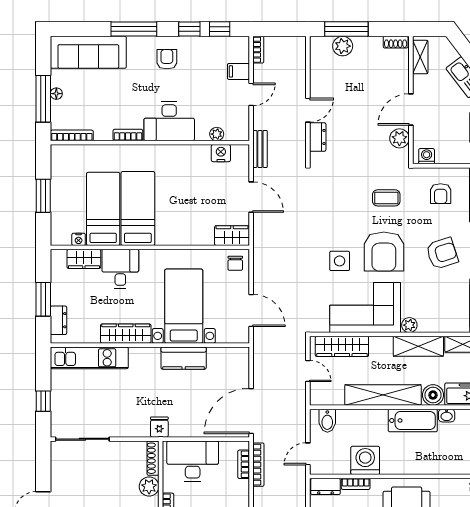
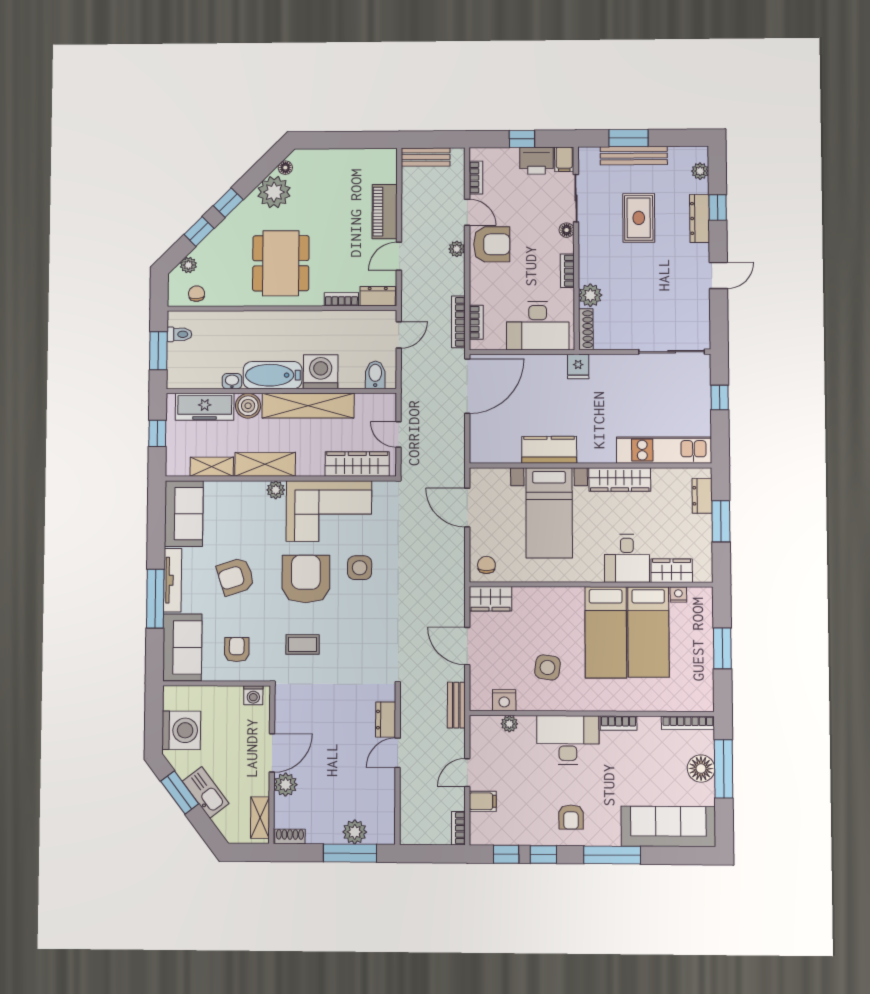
floor lamp: (56, 94) -> (701, 769), width x1.89, depth x1.89
plant: (399, 138) -> (286, 785), moved
side table: (186, 180) -> (547, 667), added
washing machine: (365, 460) -> (321, 372), moved, turned 180

